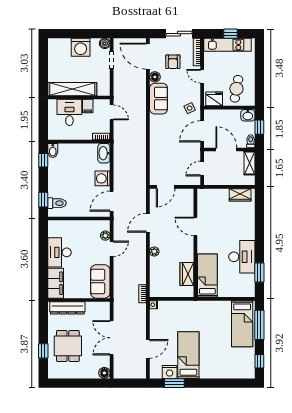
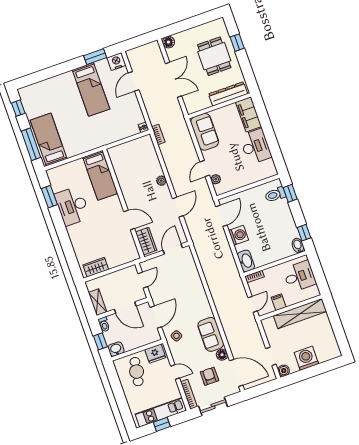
desk: (69, 112) -> (299, 276), moved, turned -90
door: (112, 112) -> (253, 304), swing flipped
wardrobe: (187, 274) -> (146, 241), moved
nightstand: (170, 372) -> (116, 61), moved

